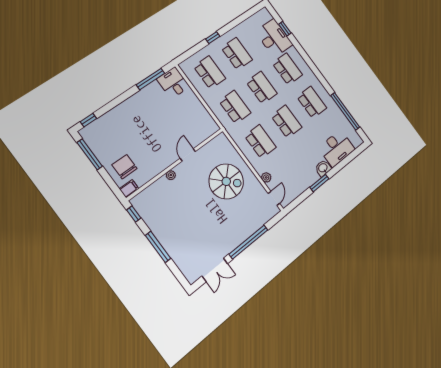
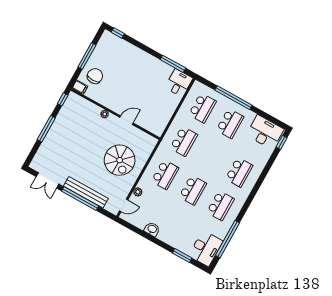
window: (285, 29) -> (281, 142), moved
window: (213, 38) -> (233, 98), width x3.17
desk: (274, 38) -> (265, 132), moved, turned -90
school desk: (262, 88) -> (211, 157), removed
desk: (337, 148) -> (206, 248), moved, turned -90
window: (90, 154) -> (87, 56), moved
washbasin: (323, 168) -> (152, 229), moved
window: (319, 183) -> (182, 256), moved
bench: (245, 233) -> (86, 192), added

